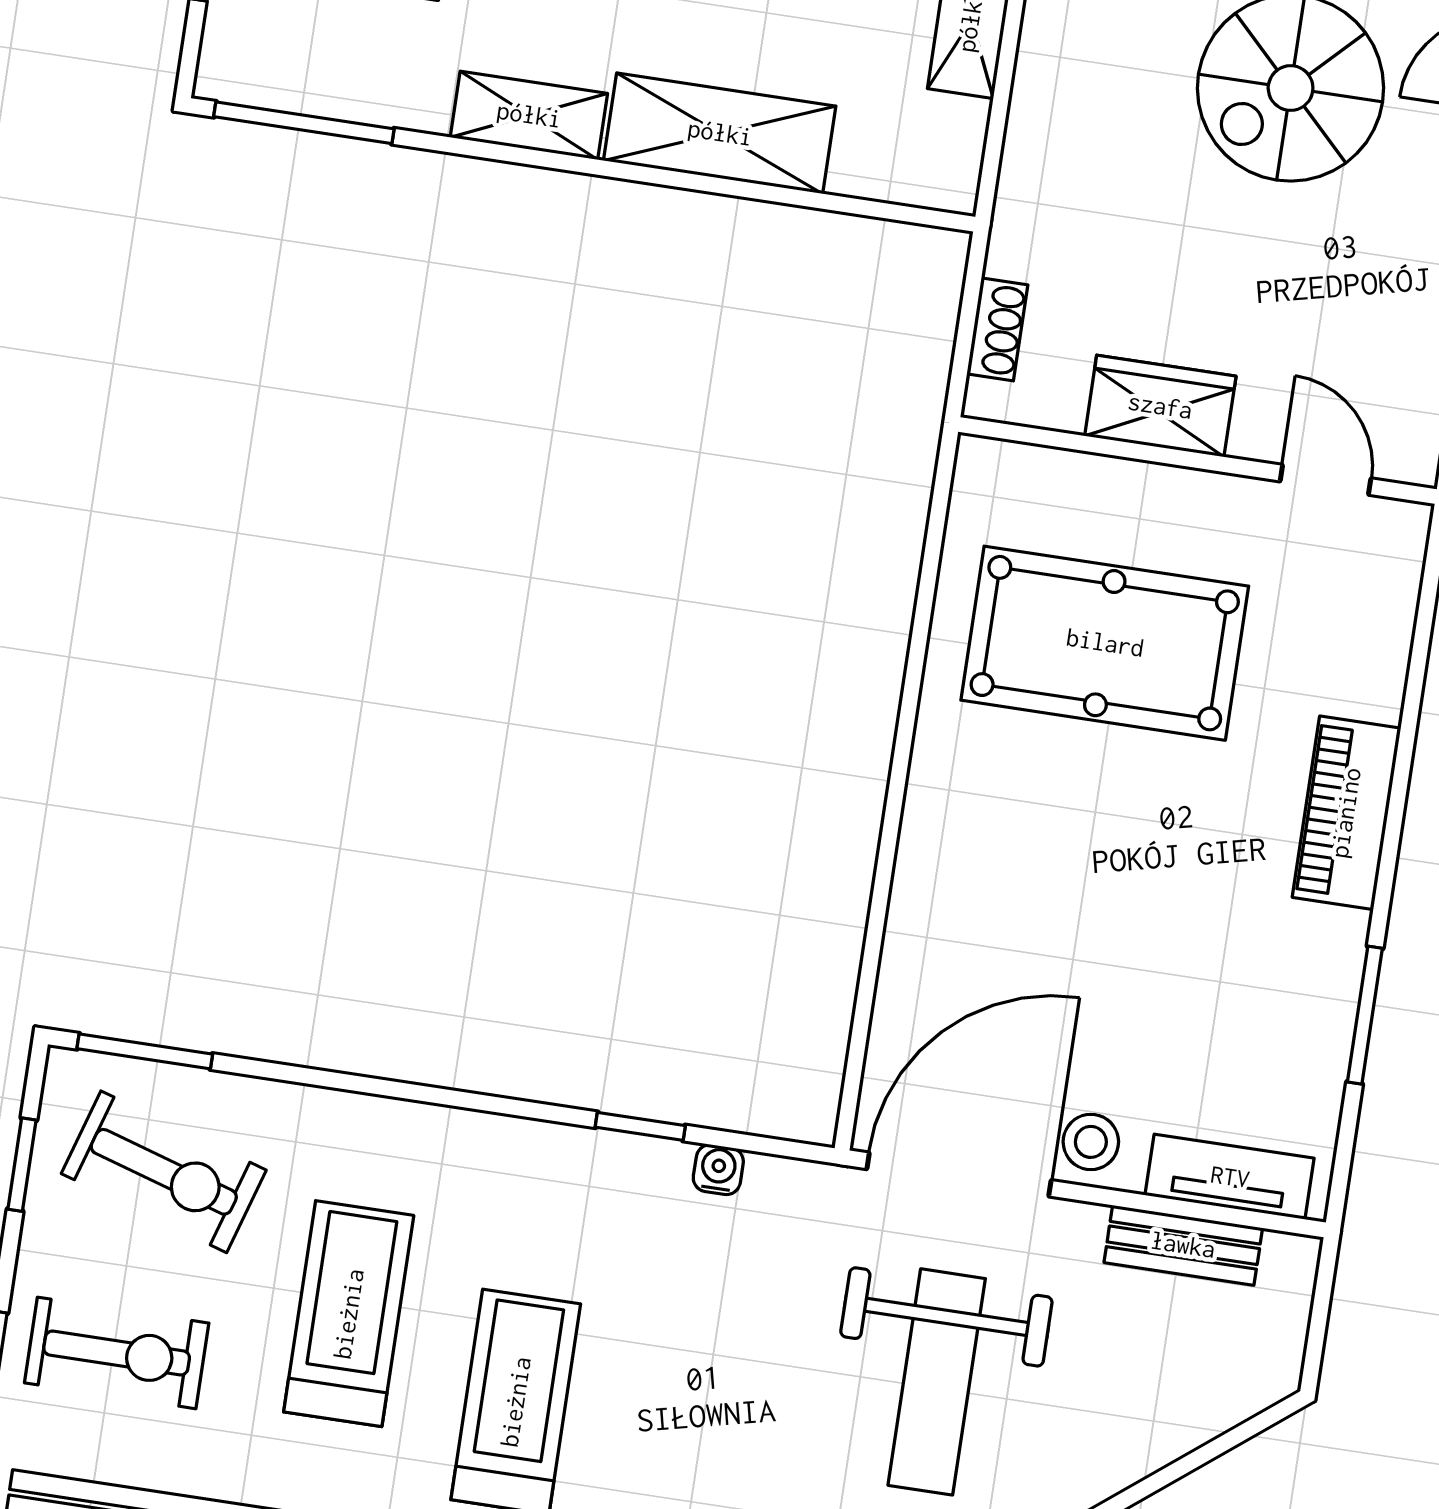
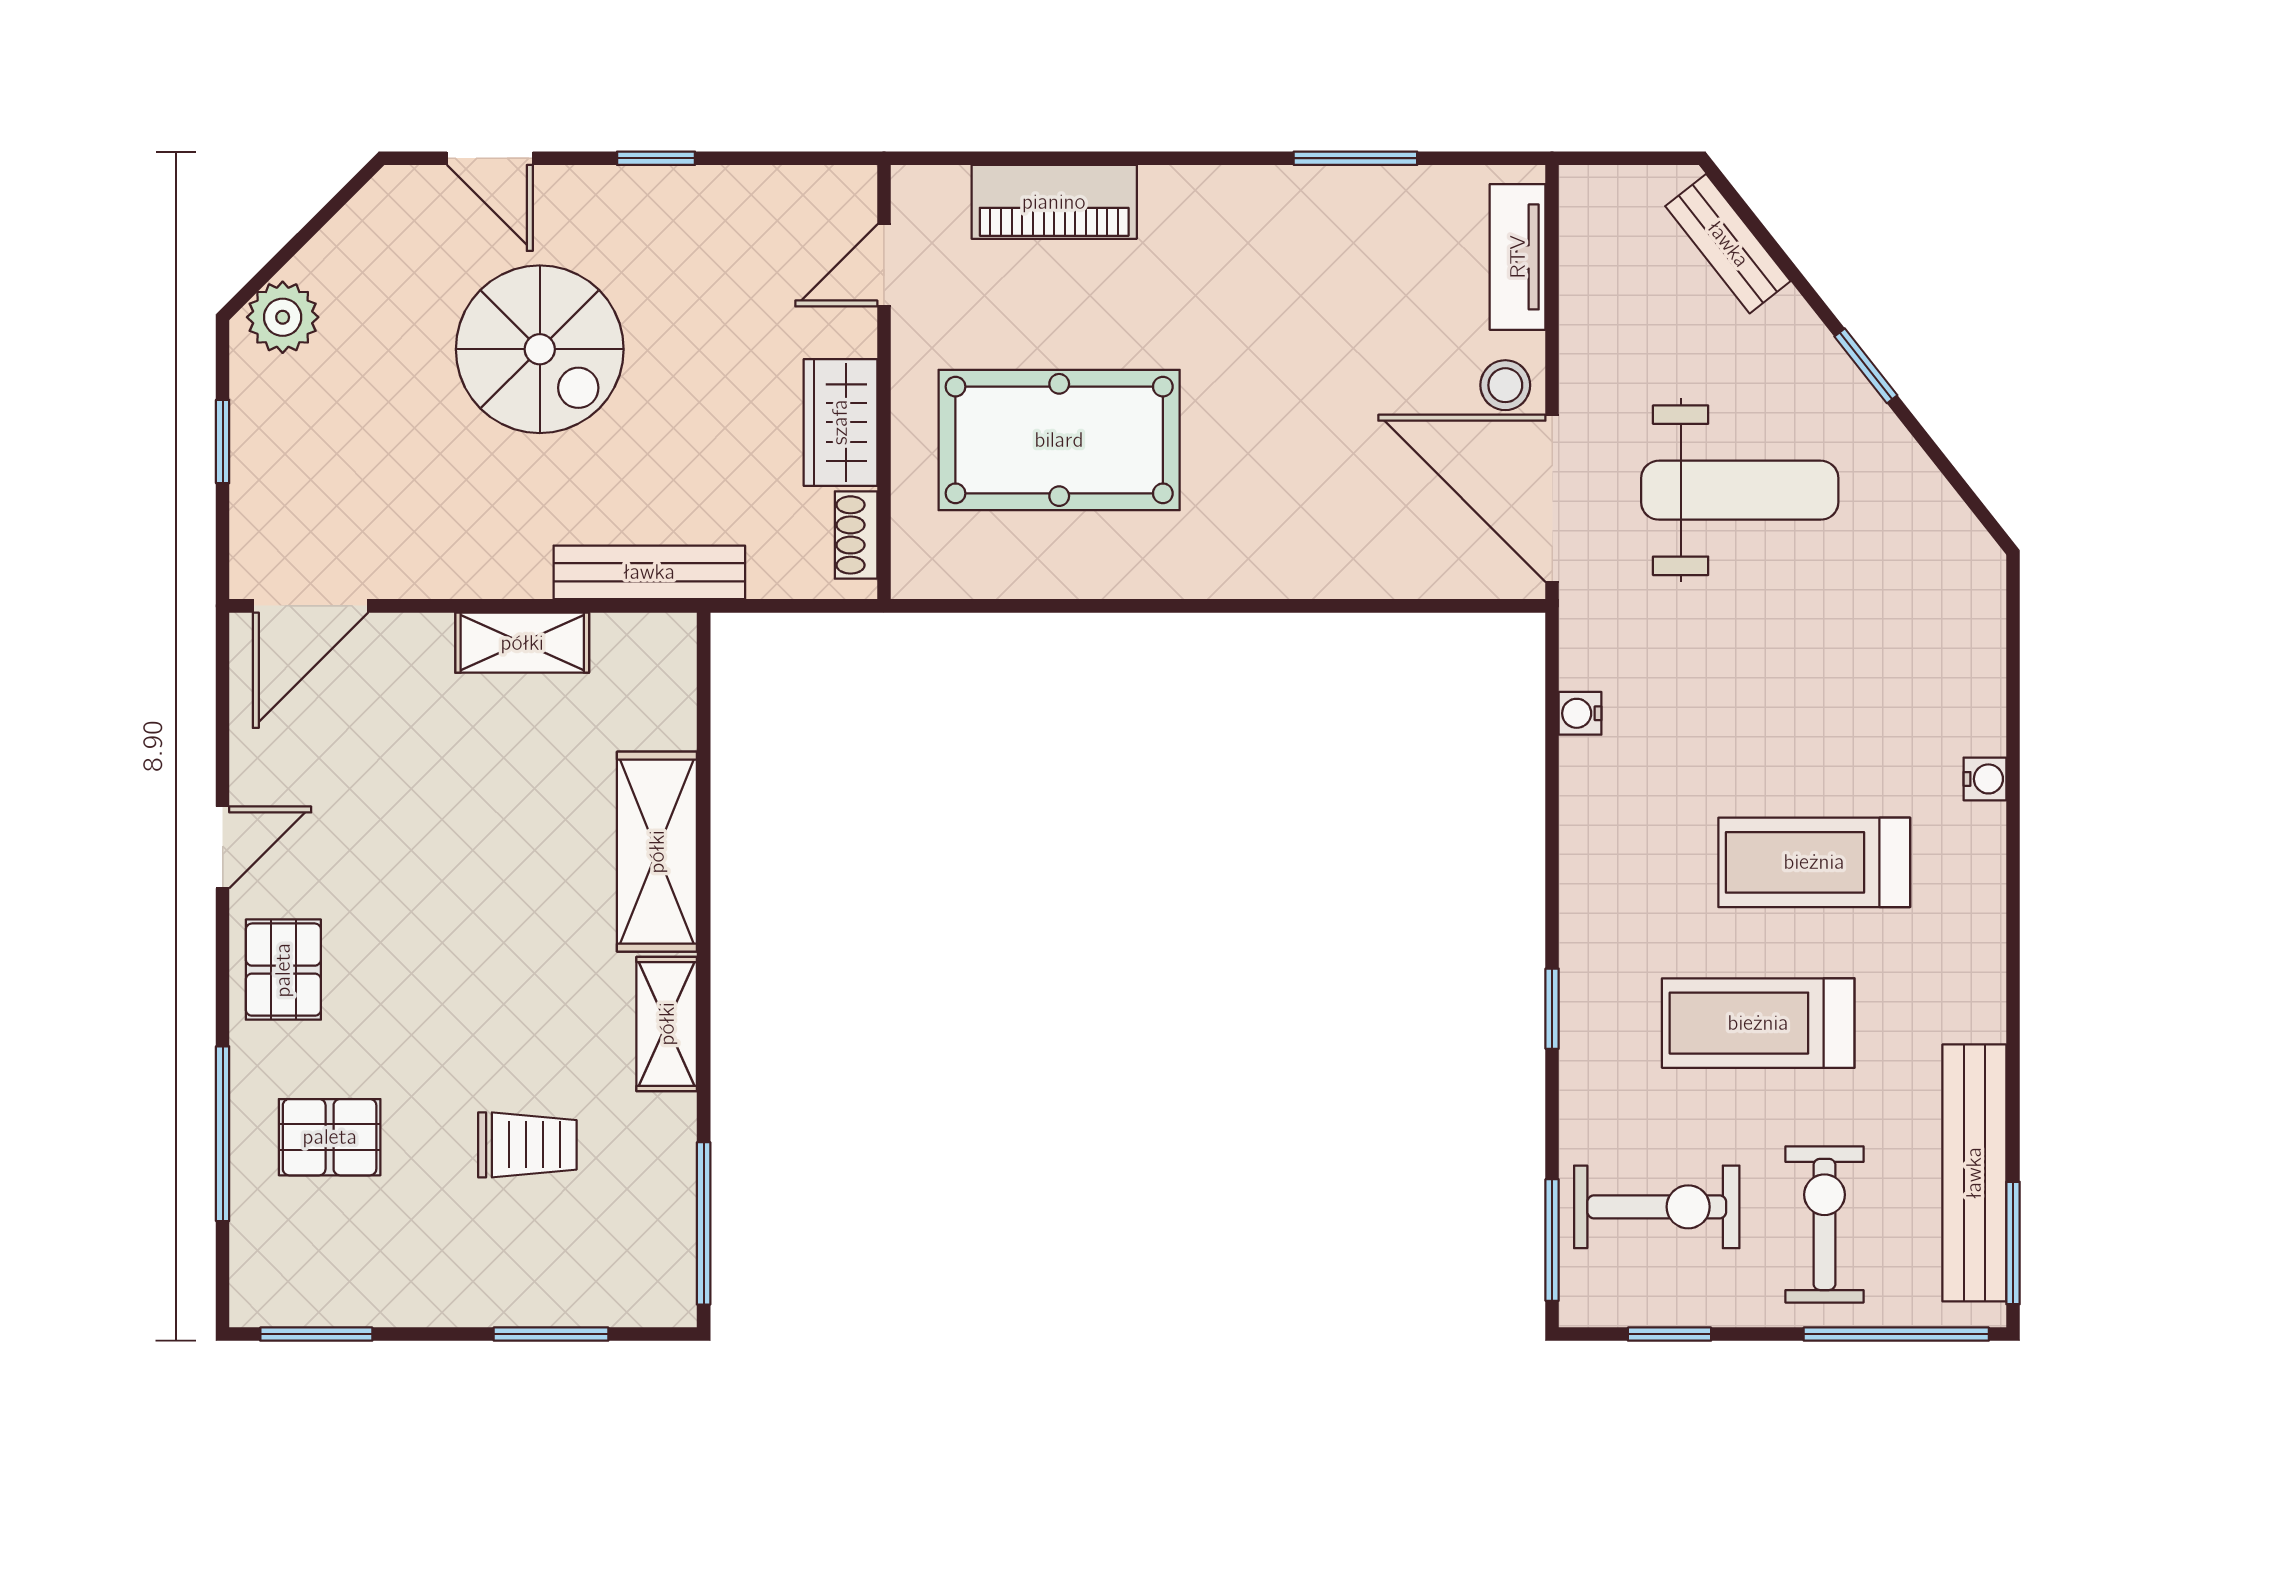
bench: (1027, 171) -> (649, 572), added
shoe rack: (997, 329) -> (856, 535), moved, turned -90
pool table: (1105, 643) -> (1059, 440), turned 90
piano: (1346, 813) -> (1054, 202), moved
window: (640, 1126) -> (1552, 1009), moved
exercise bike: (164, 1172) -> (1657, 1207), turned 73
bench: (1183, 1245) -> (1728, 244), moved, turned -38

